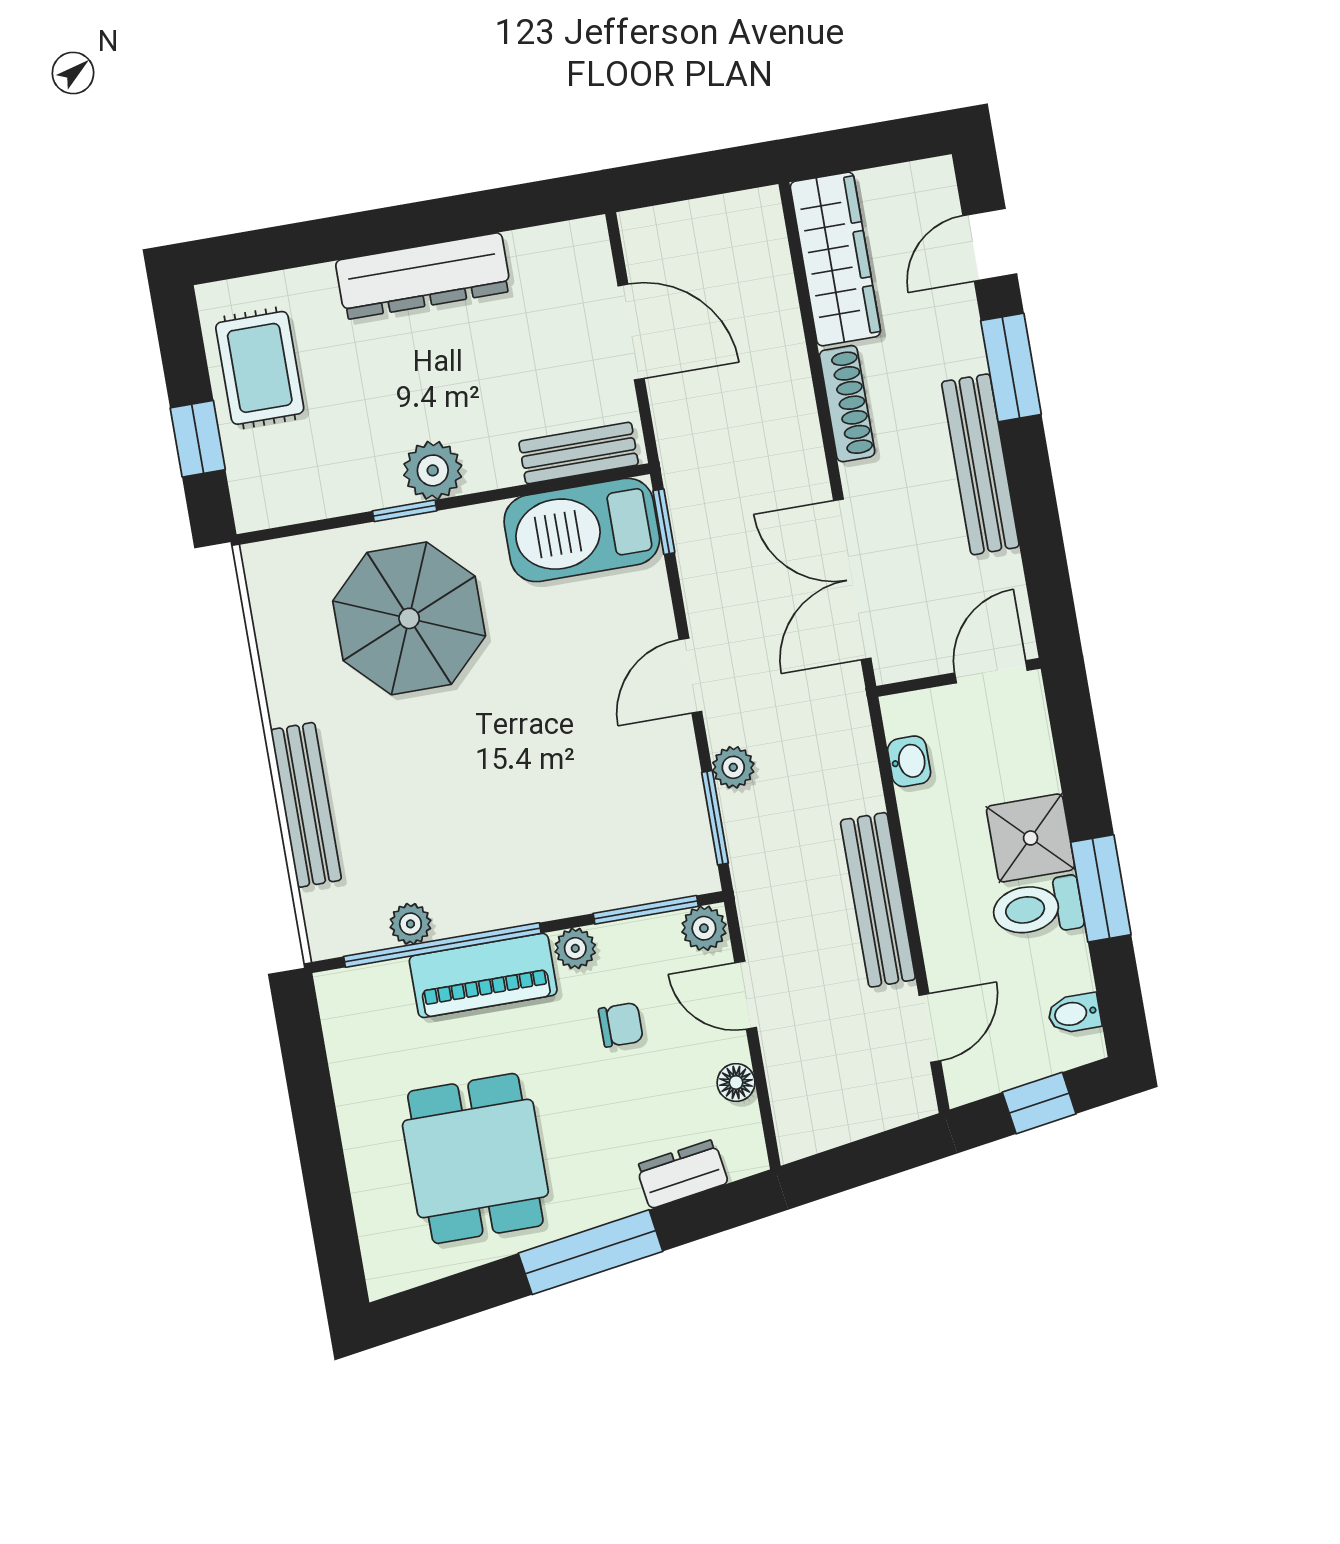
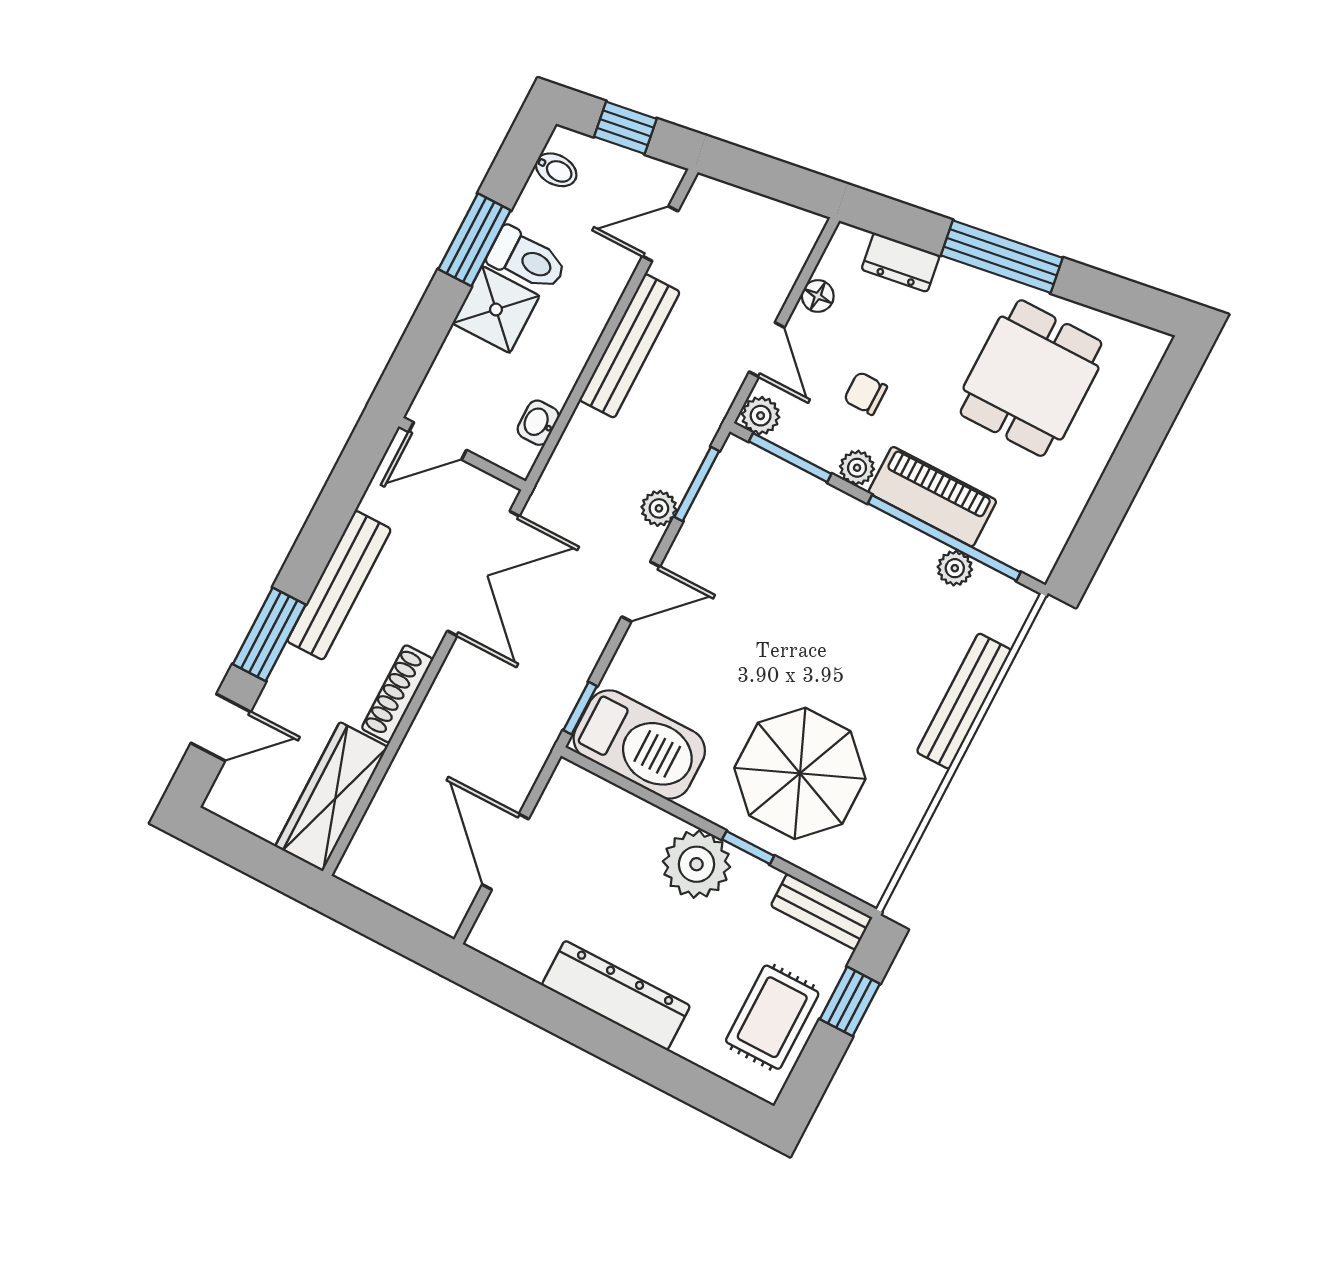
bench: (579, 453) -> (821, 912), moved
plant: (433, 470) -> (696, 864), width x1.36, depth x1.36

